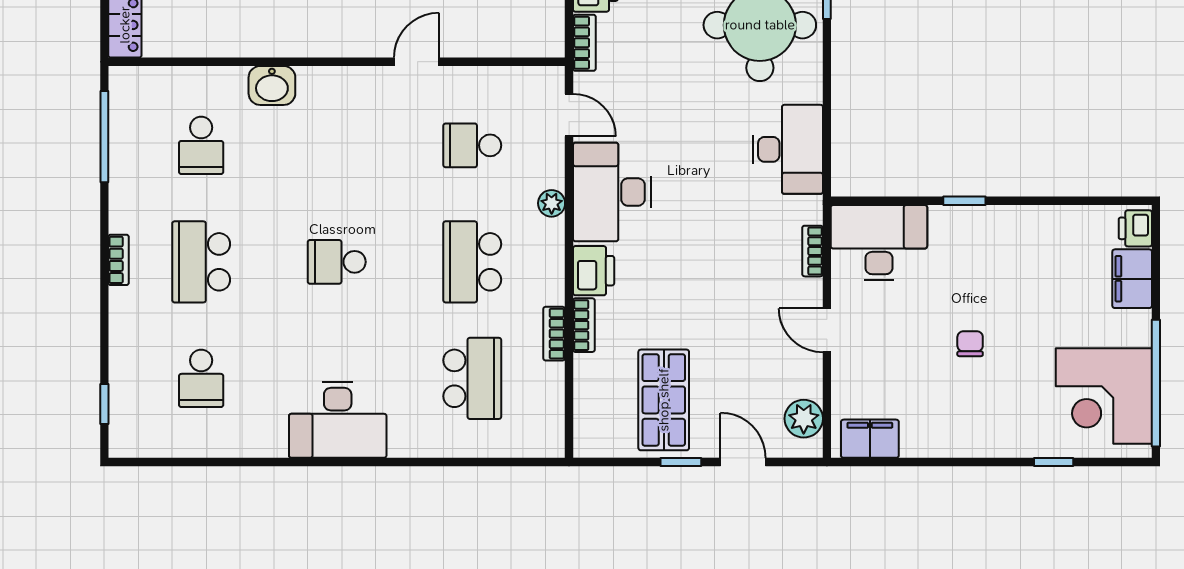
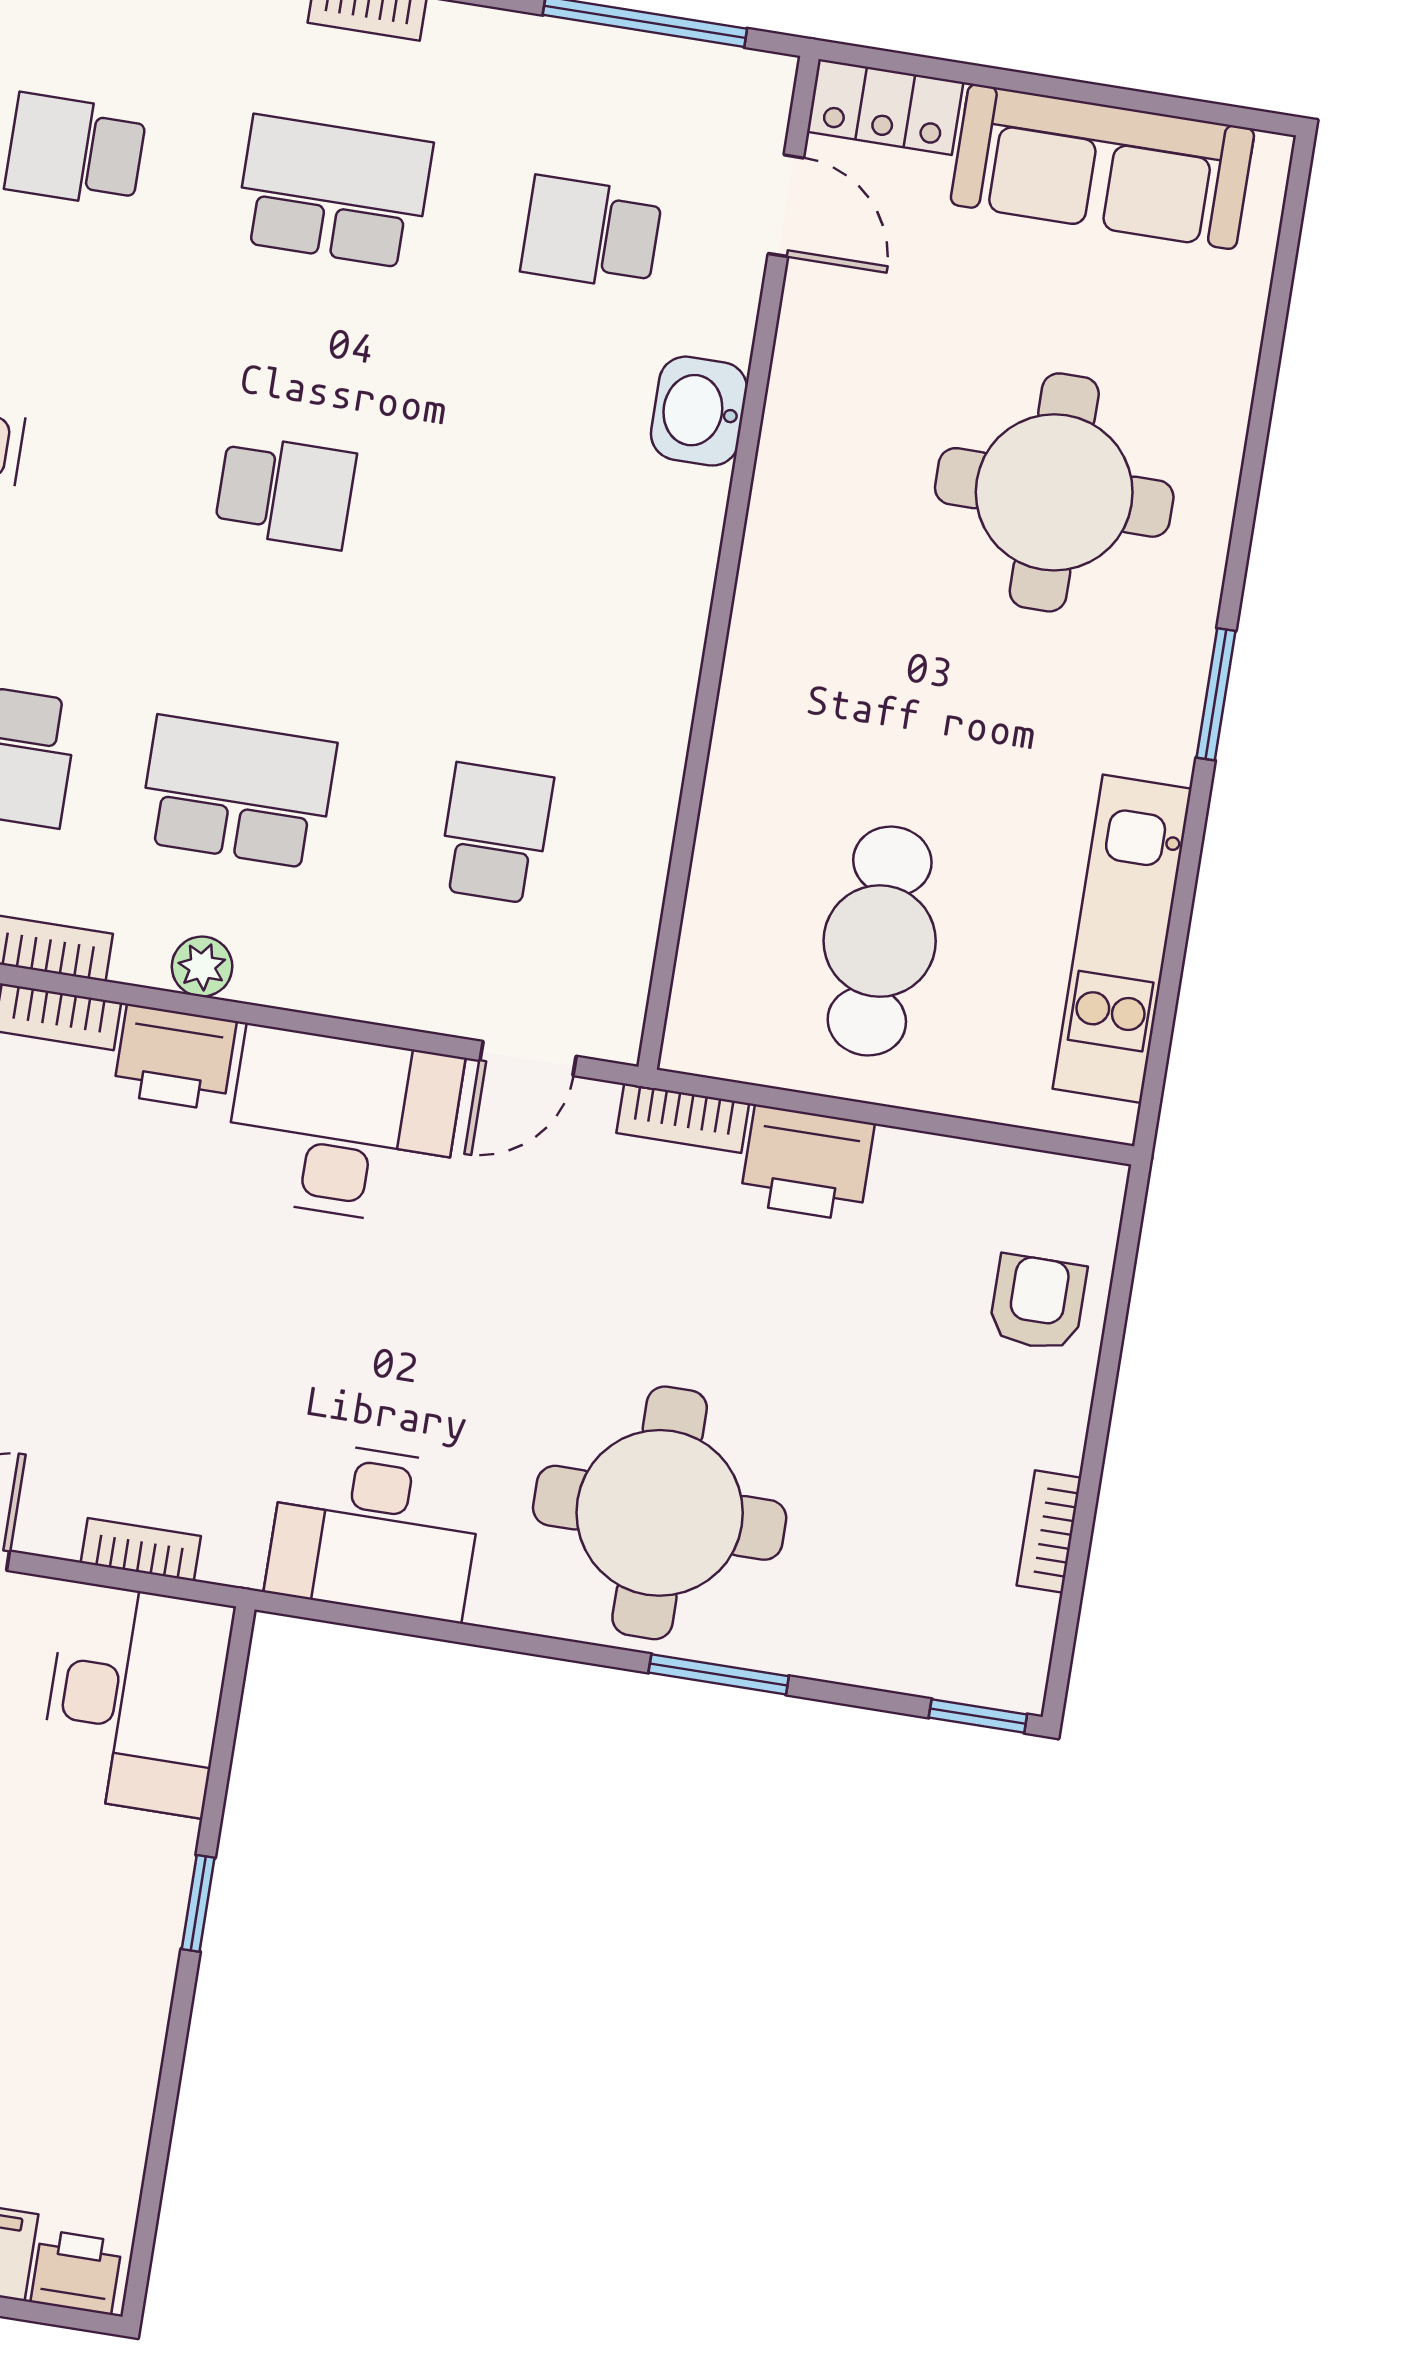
door: (417, 62) -> (786, 206), moved
plant: (552, 203) -> (202, 967), moved
school desk: (337, 262) -> (285, 492), turned 90

